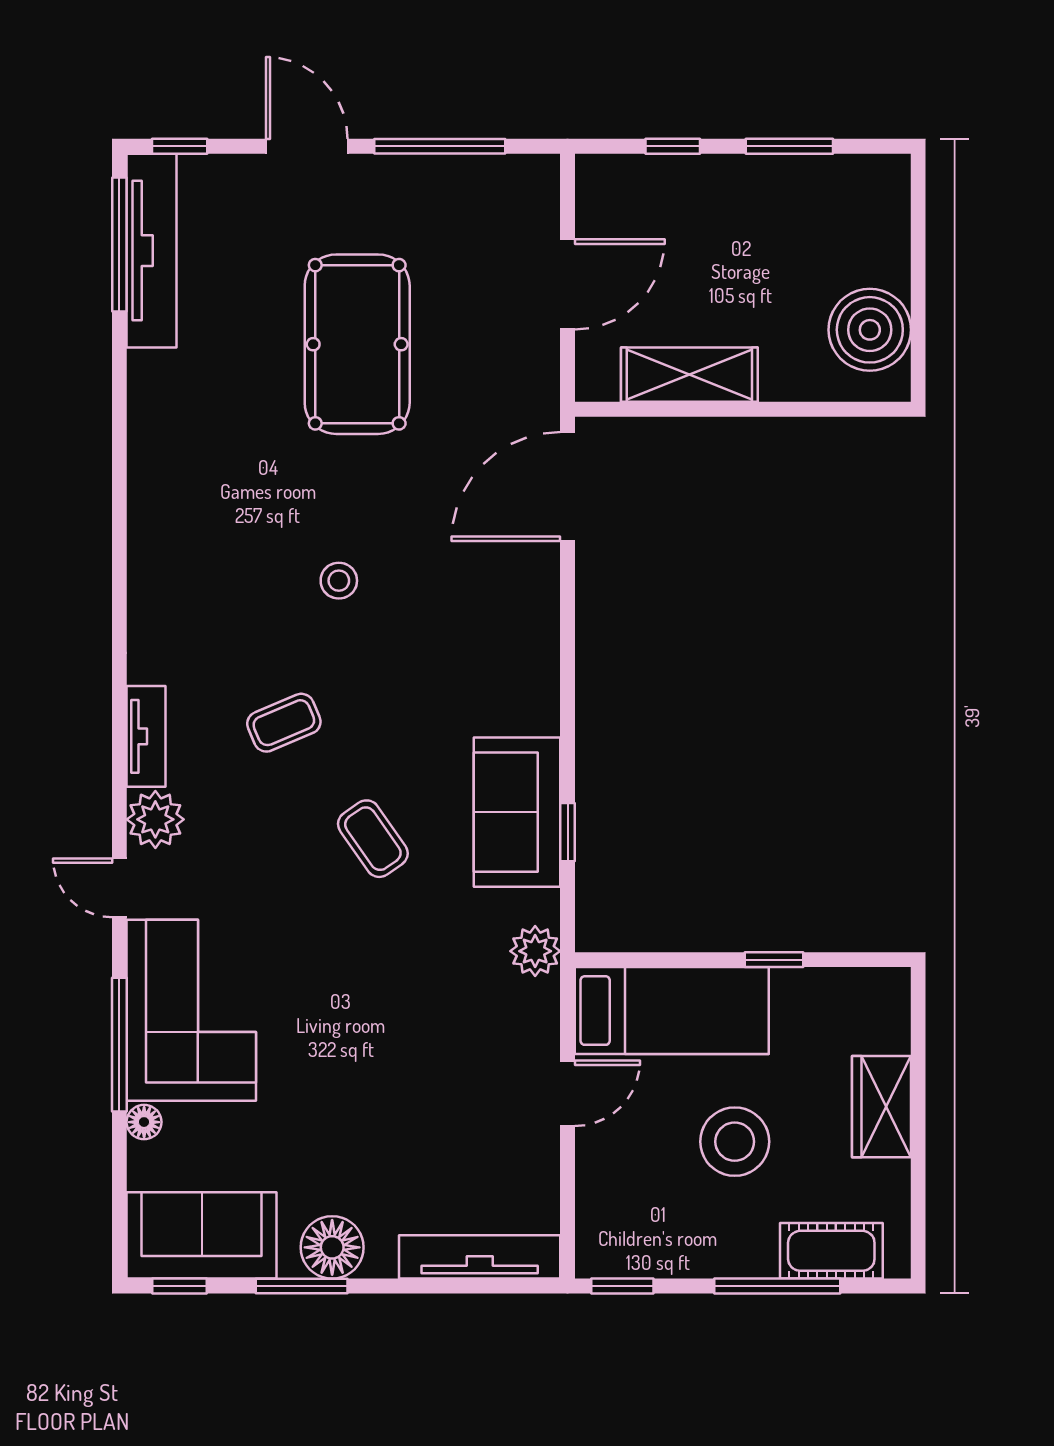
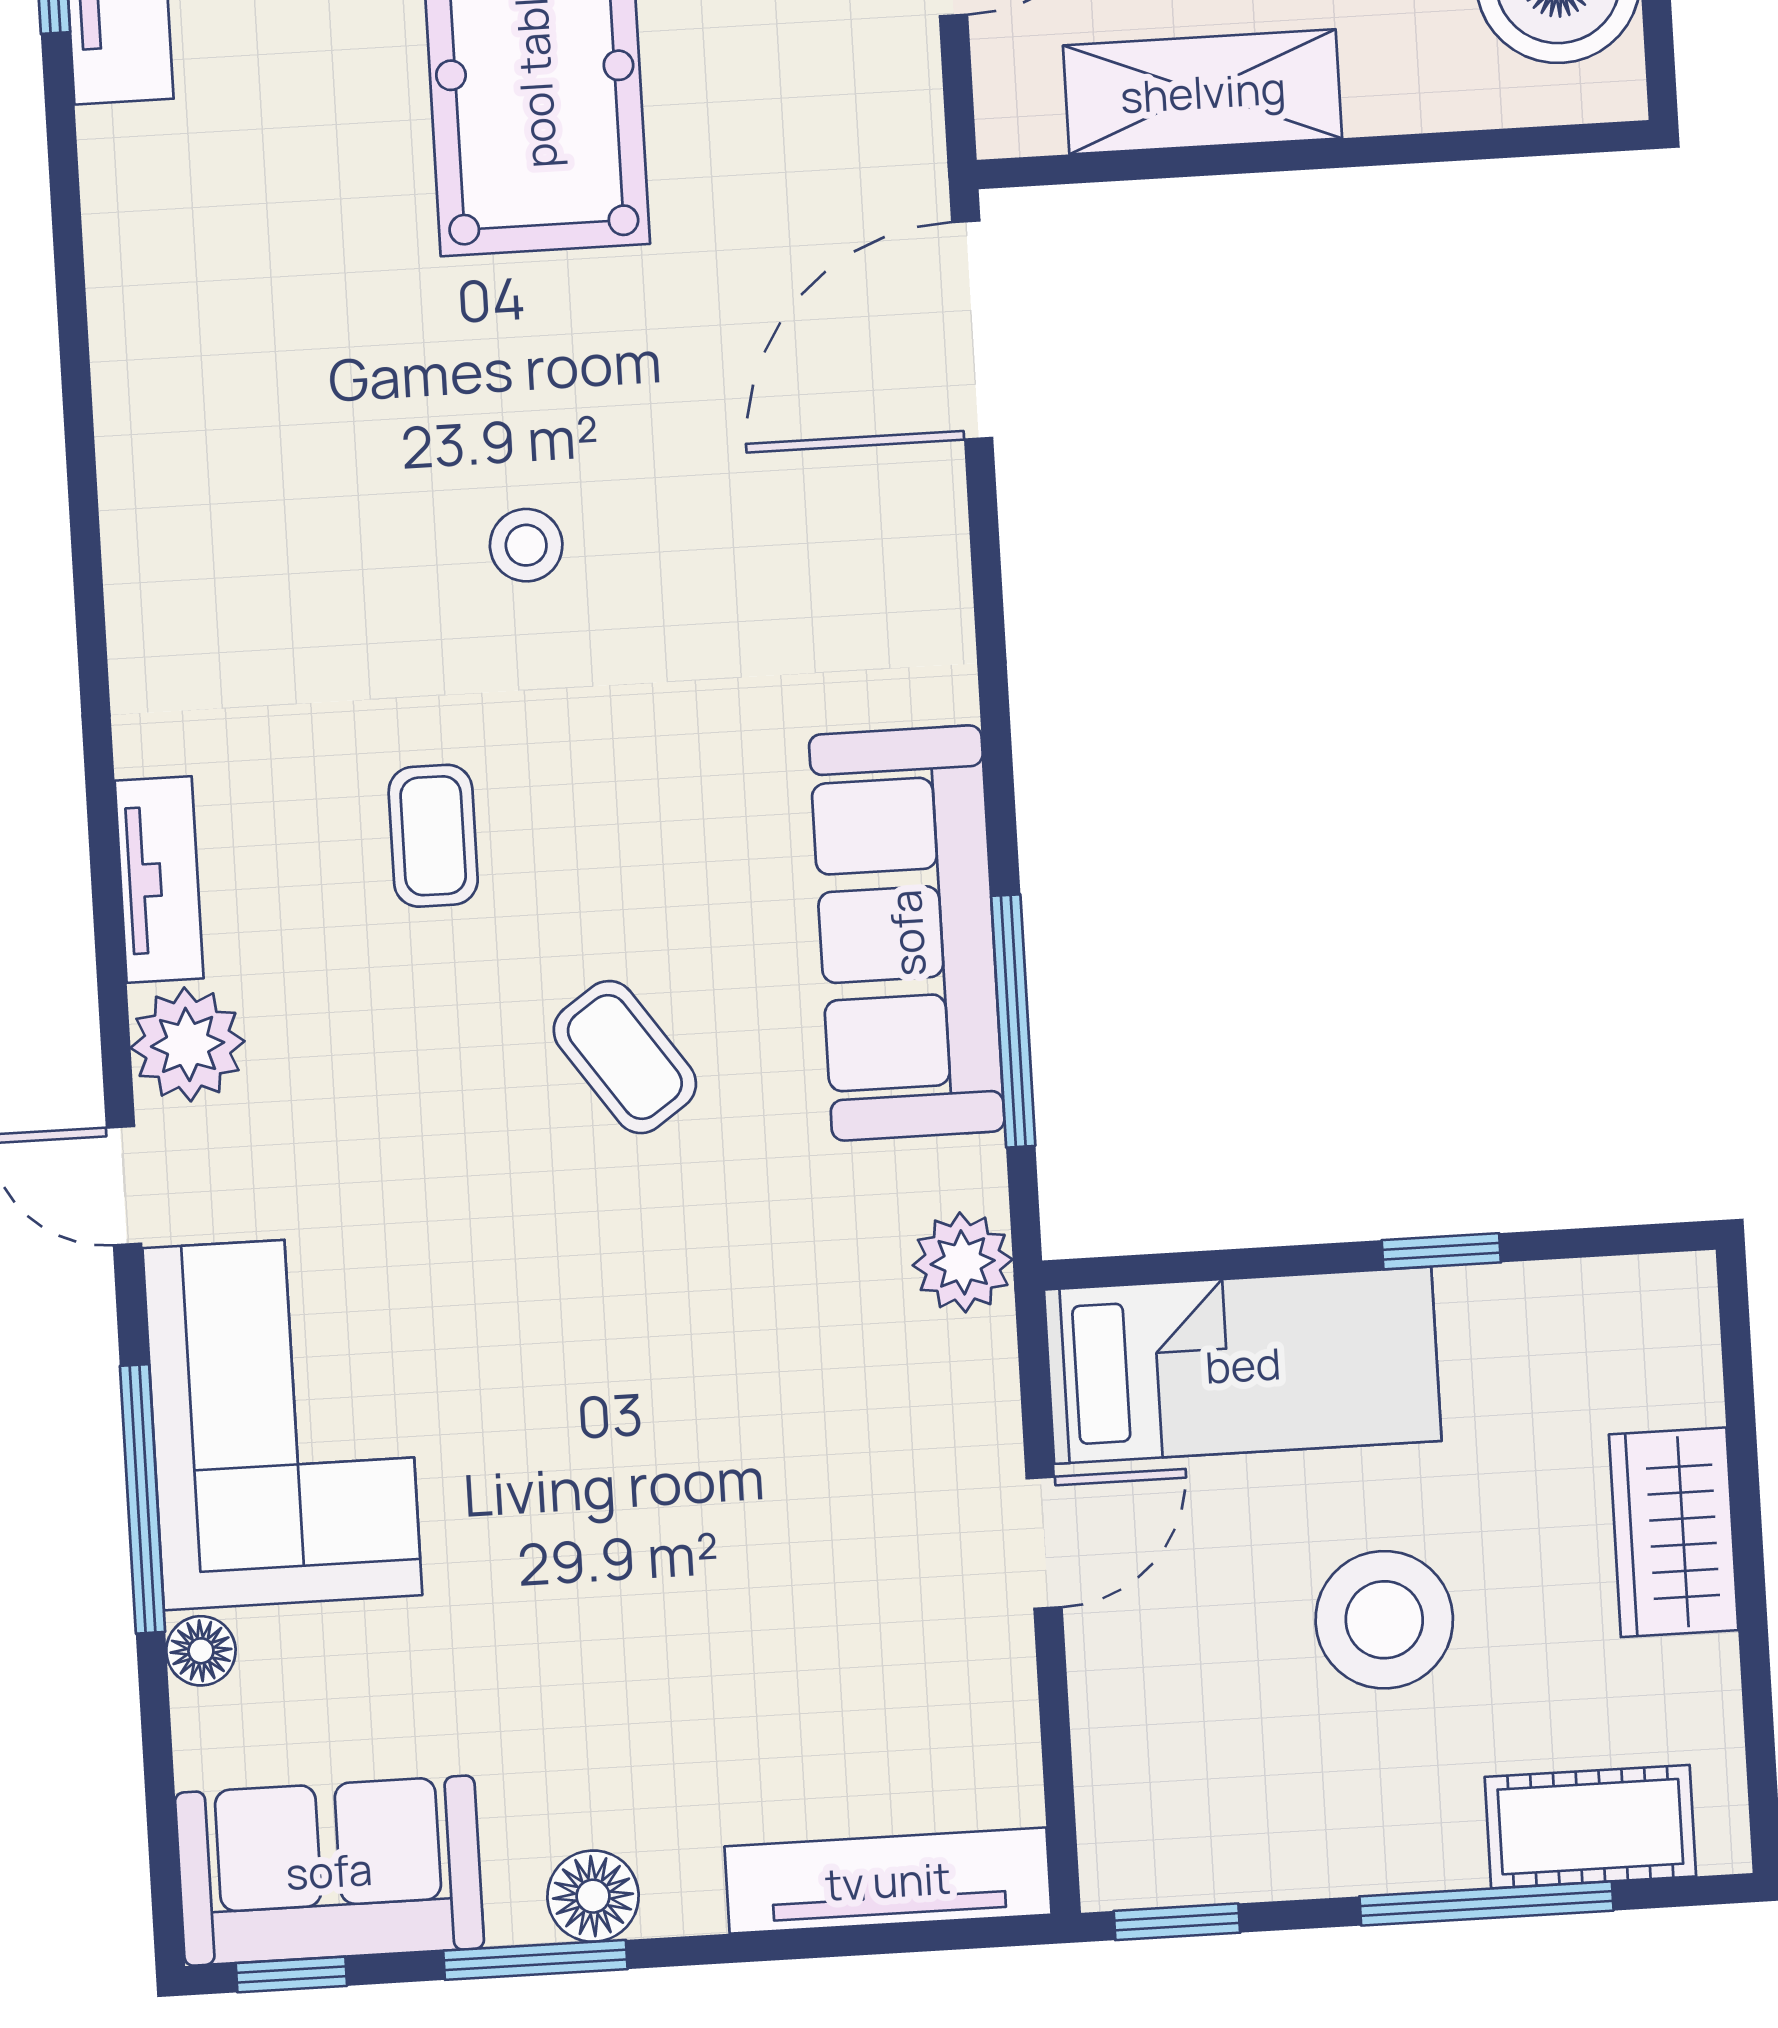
coffee table: (284, 723) -> (433, 836), turned -67
sofa: (517, 812) -> (907, 933), width x1.36
window: (568, 832) -> (1013, 1021), width x2.17
floor lamp: (332, 1247) -> (593, 1896), width x0.73, depth x0.73

